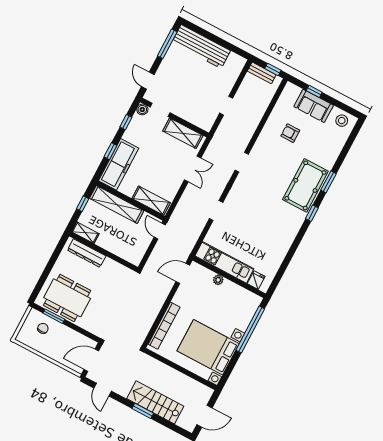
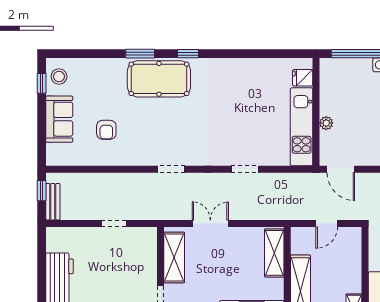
window: (314, 91) -> (42, 83), moved
door: (160, 231) -> (327, 223), moved

